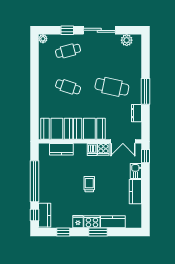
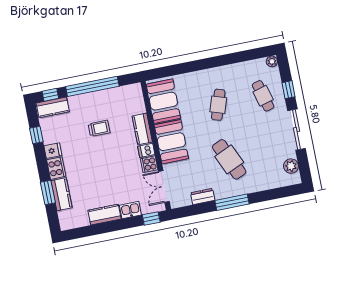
cafe table: (112, 87) -> (229, 159), turned -36
kitchen counter: (61, 149) -> (142, 129), moved
trolley: (89, 184) -> (99, 128), moved
window: (98, 232) -> (48, 193), moved

